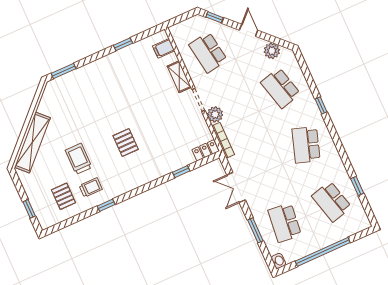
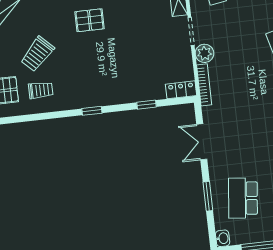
pallet: (126, 142) -> (90, 20), moved, turned 90
trolley: (79, 159) -> (37, 54), turned -136
window: (106, 205) -> (92, 111), moved

